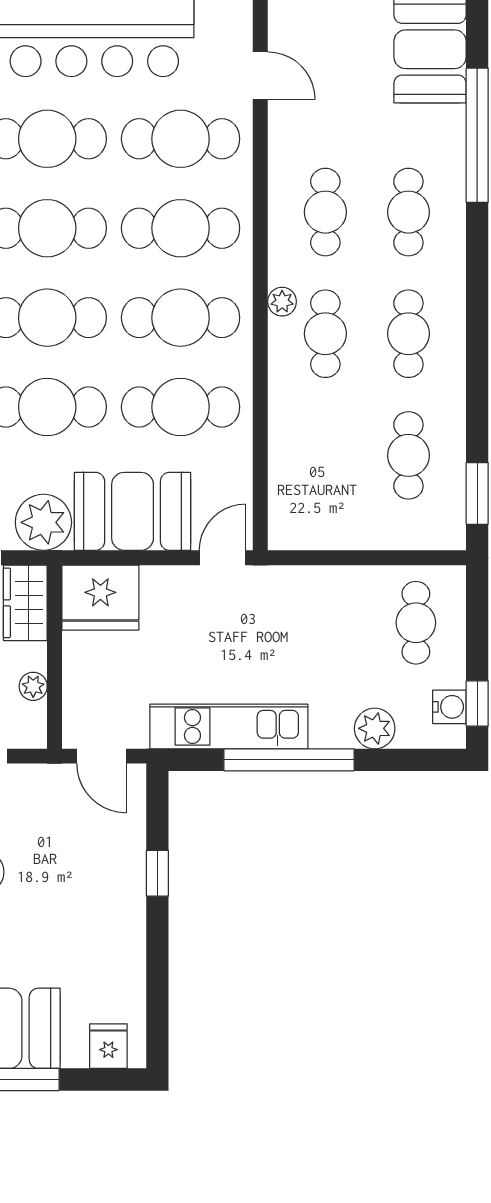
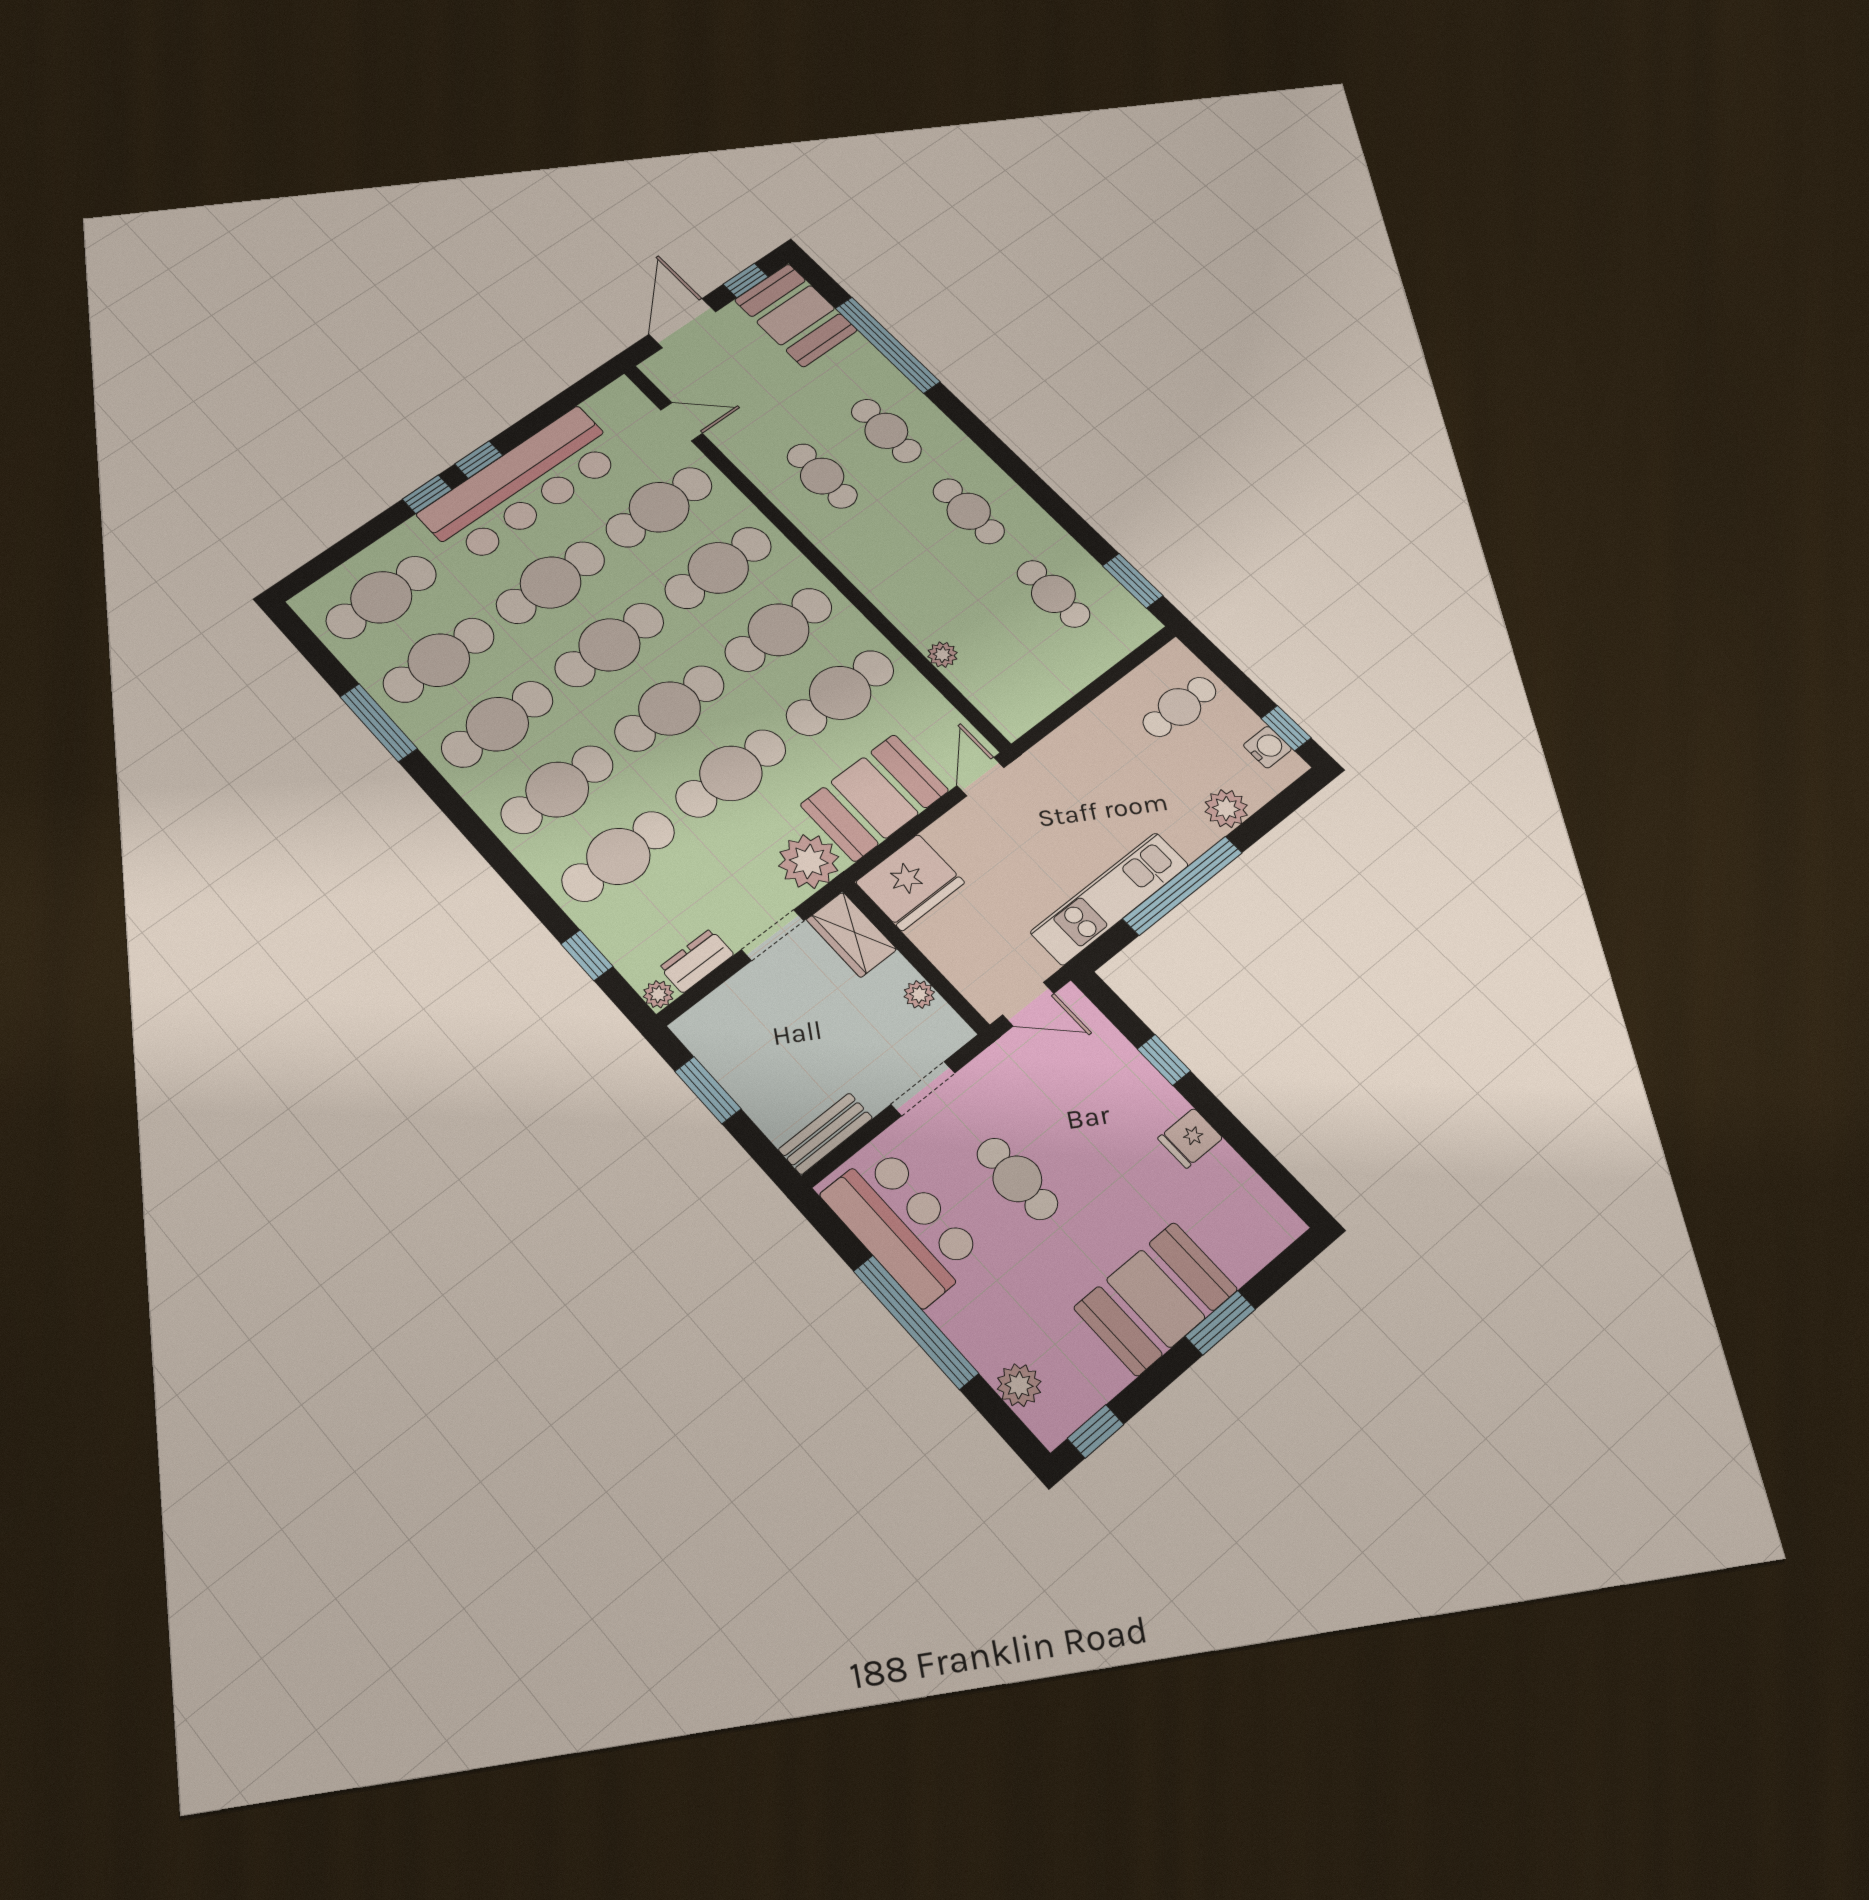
plant: (282, 302) -> (942, 655), moved
cafe table: (325, 334) -> (904, 558), removed
cafe table: (416, 623) -> (1180, 707), turned 90
fridge: (108, 1046) -> (1190, 1138), moved, turned -90

